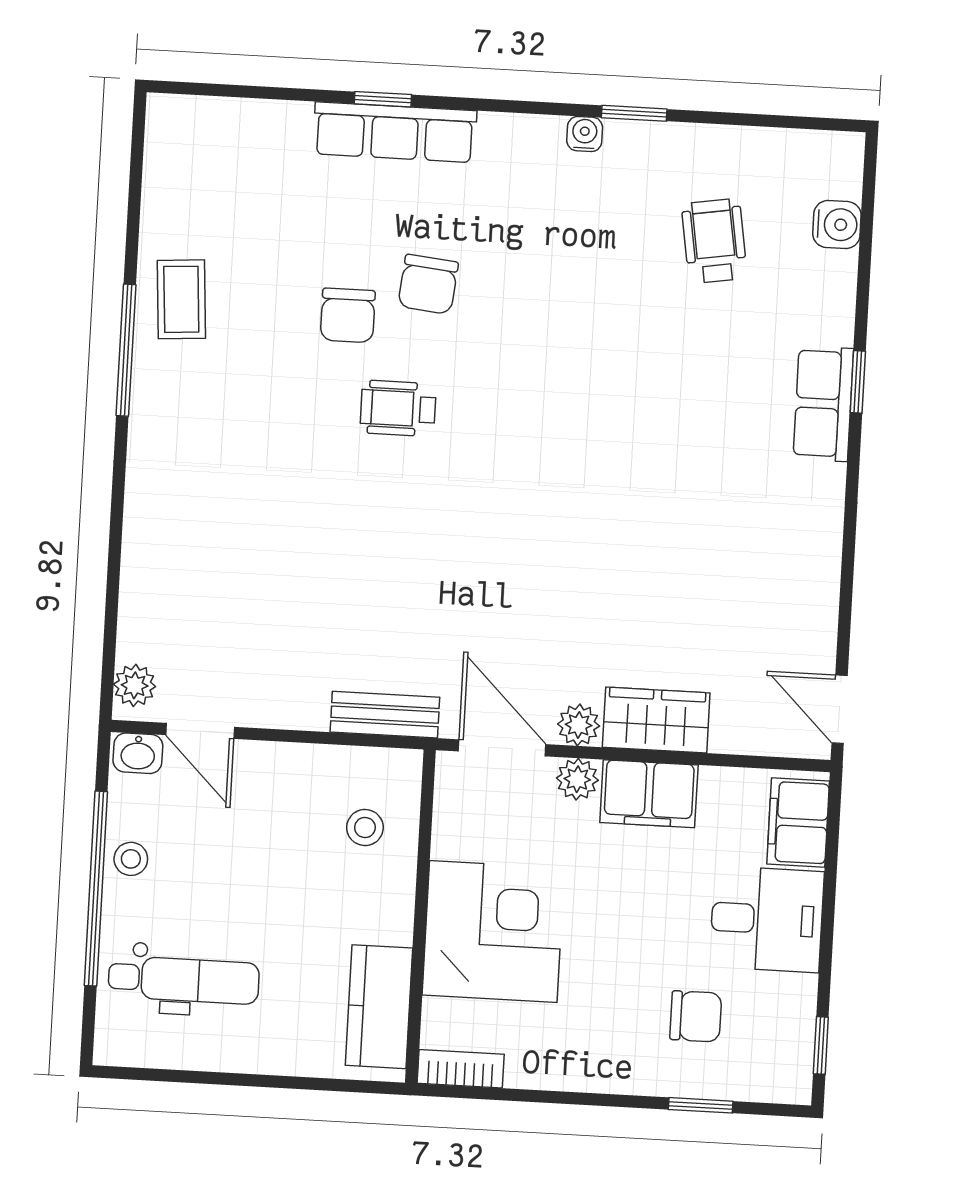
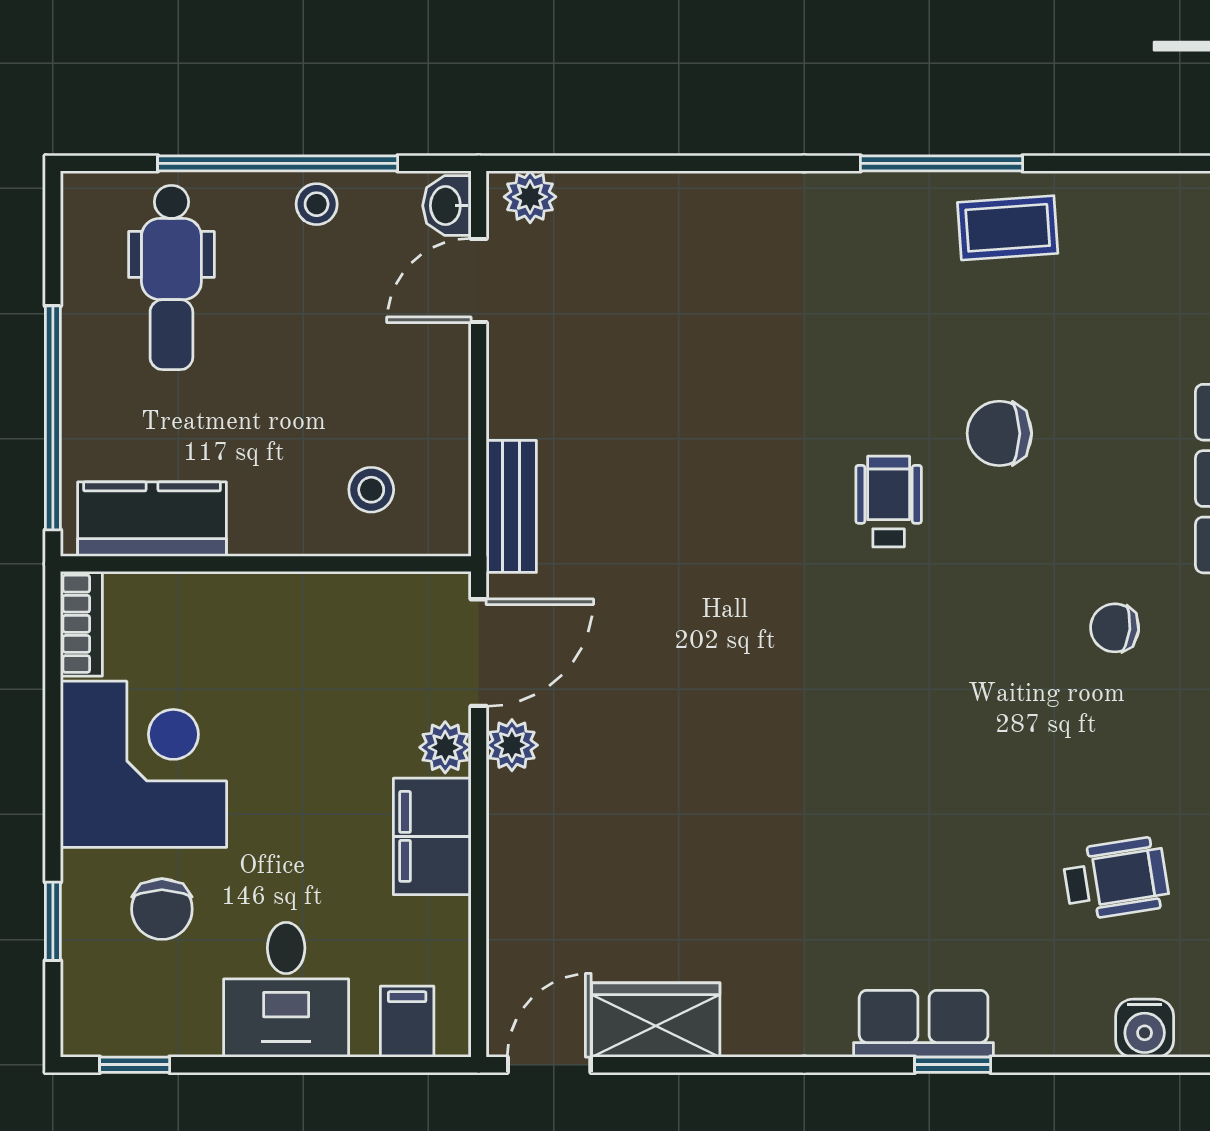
chair: (428, 284) -> (1115, 628), moved, width x0.73, depth x0.73
wardrobe: (656, 720) -> (656, 1020), moved, turned -90
filing cabinet: (798, 823) -> (407, 1022), width x0.50
corner desk: (493, 932) -> (143, 764), moved, turned -90
window: (292, 1083) -> (53, 418), added

